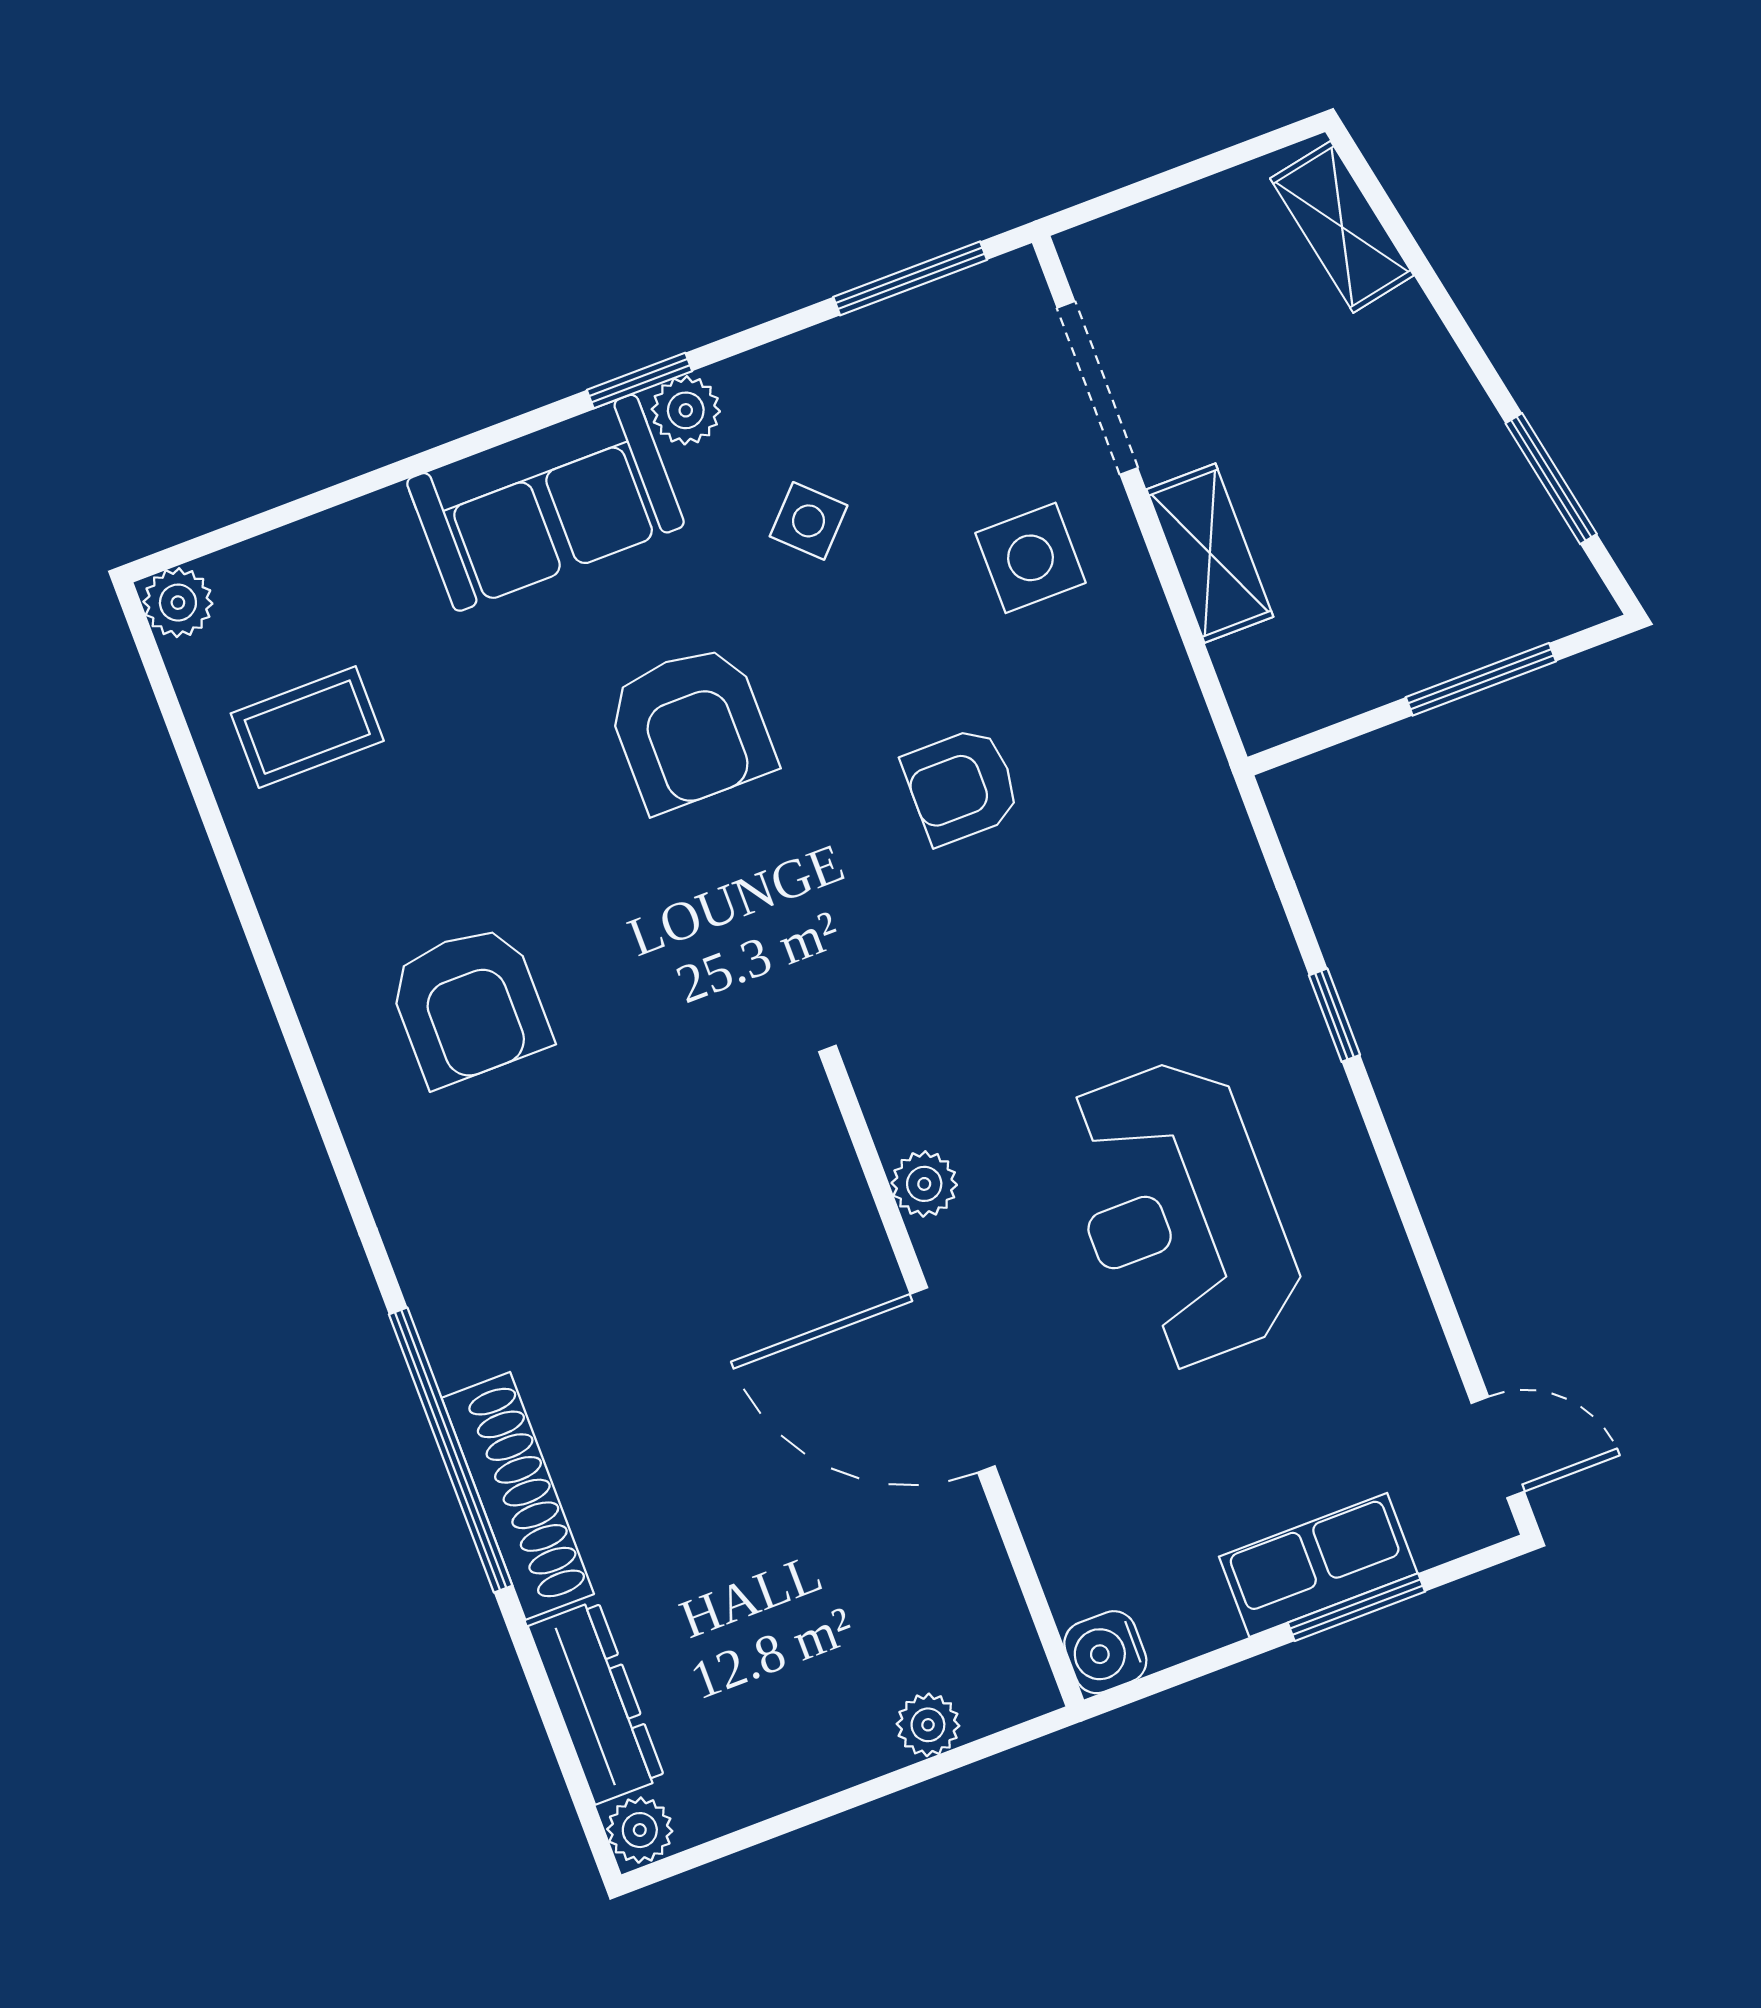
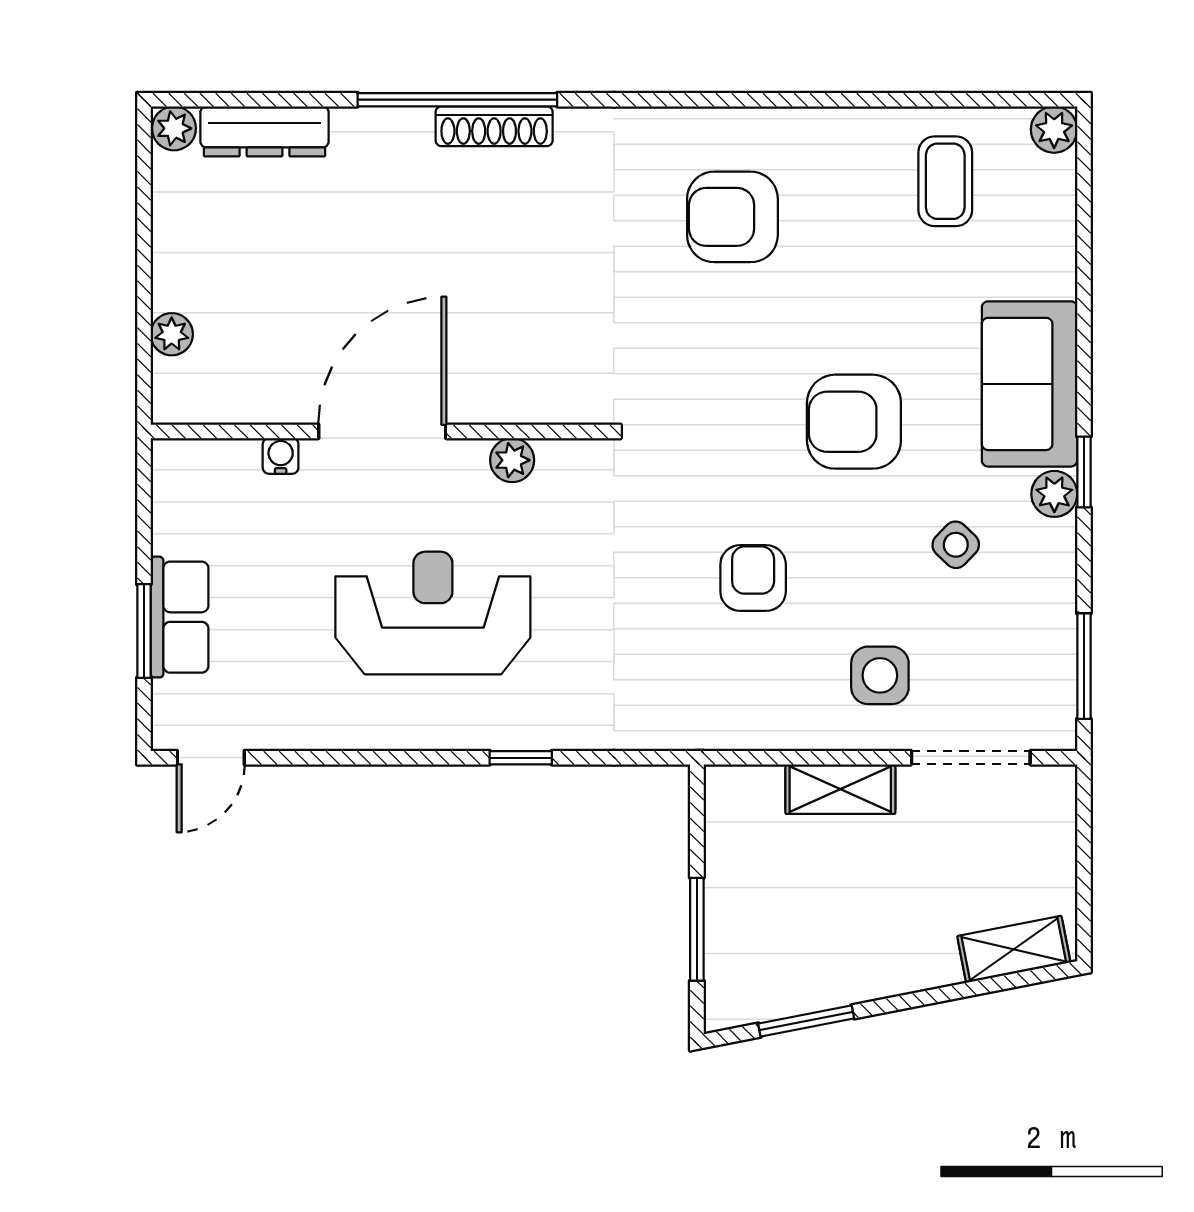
shoe rack: (518, 1496) -> (494, 126), moved, width x0.74, depth x0.81
water cooler: (1105, 1652) -> (281, 456), moved, width x0.72, depth x0.72

